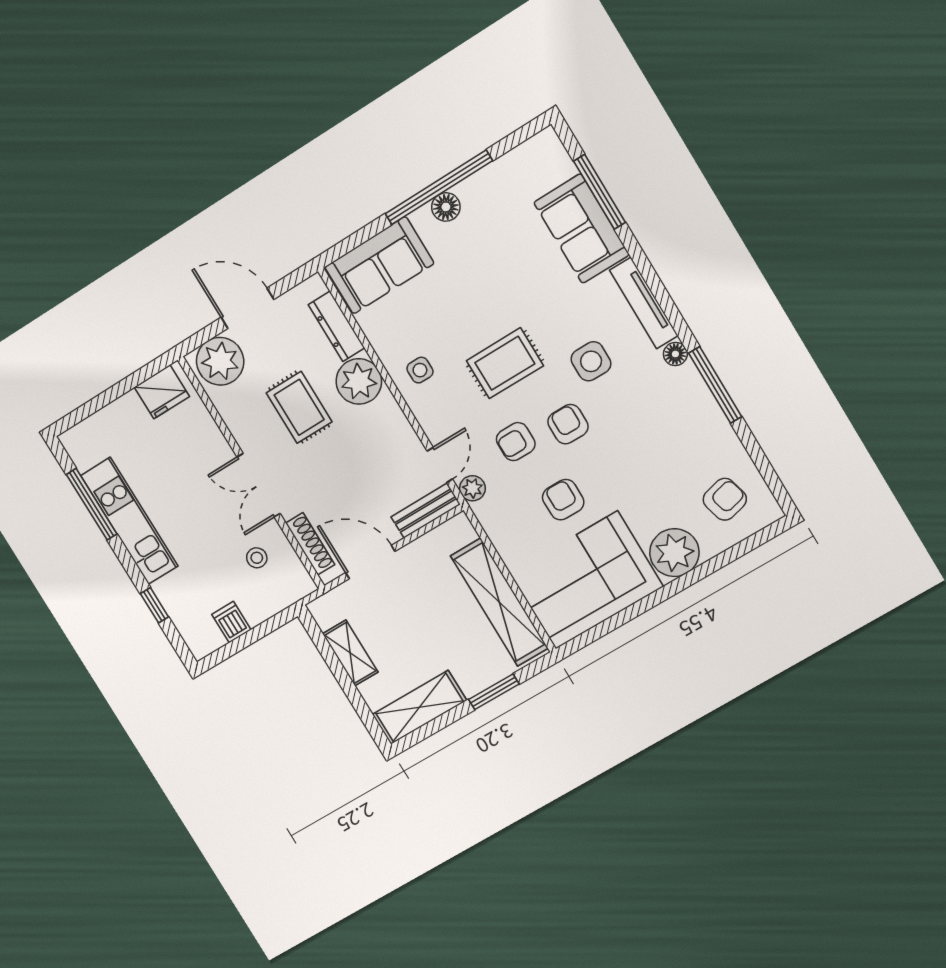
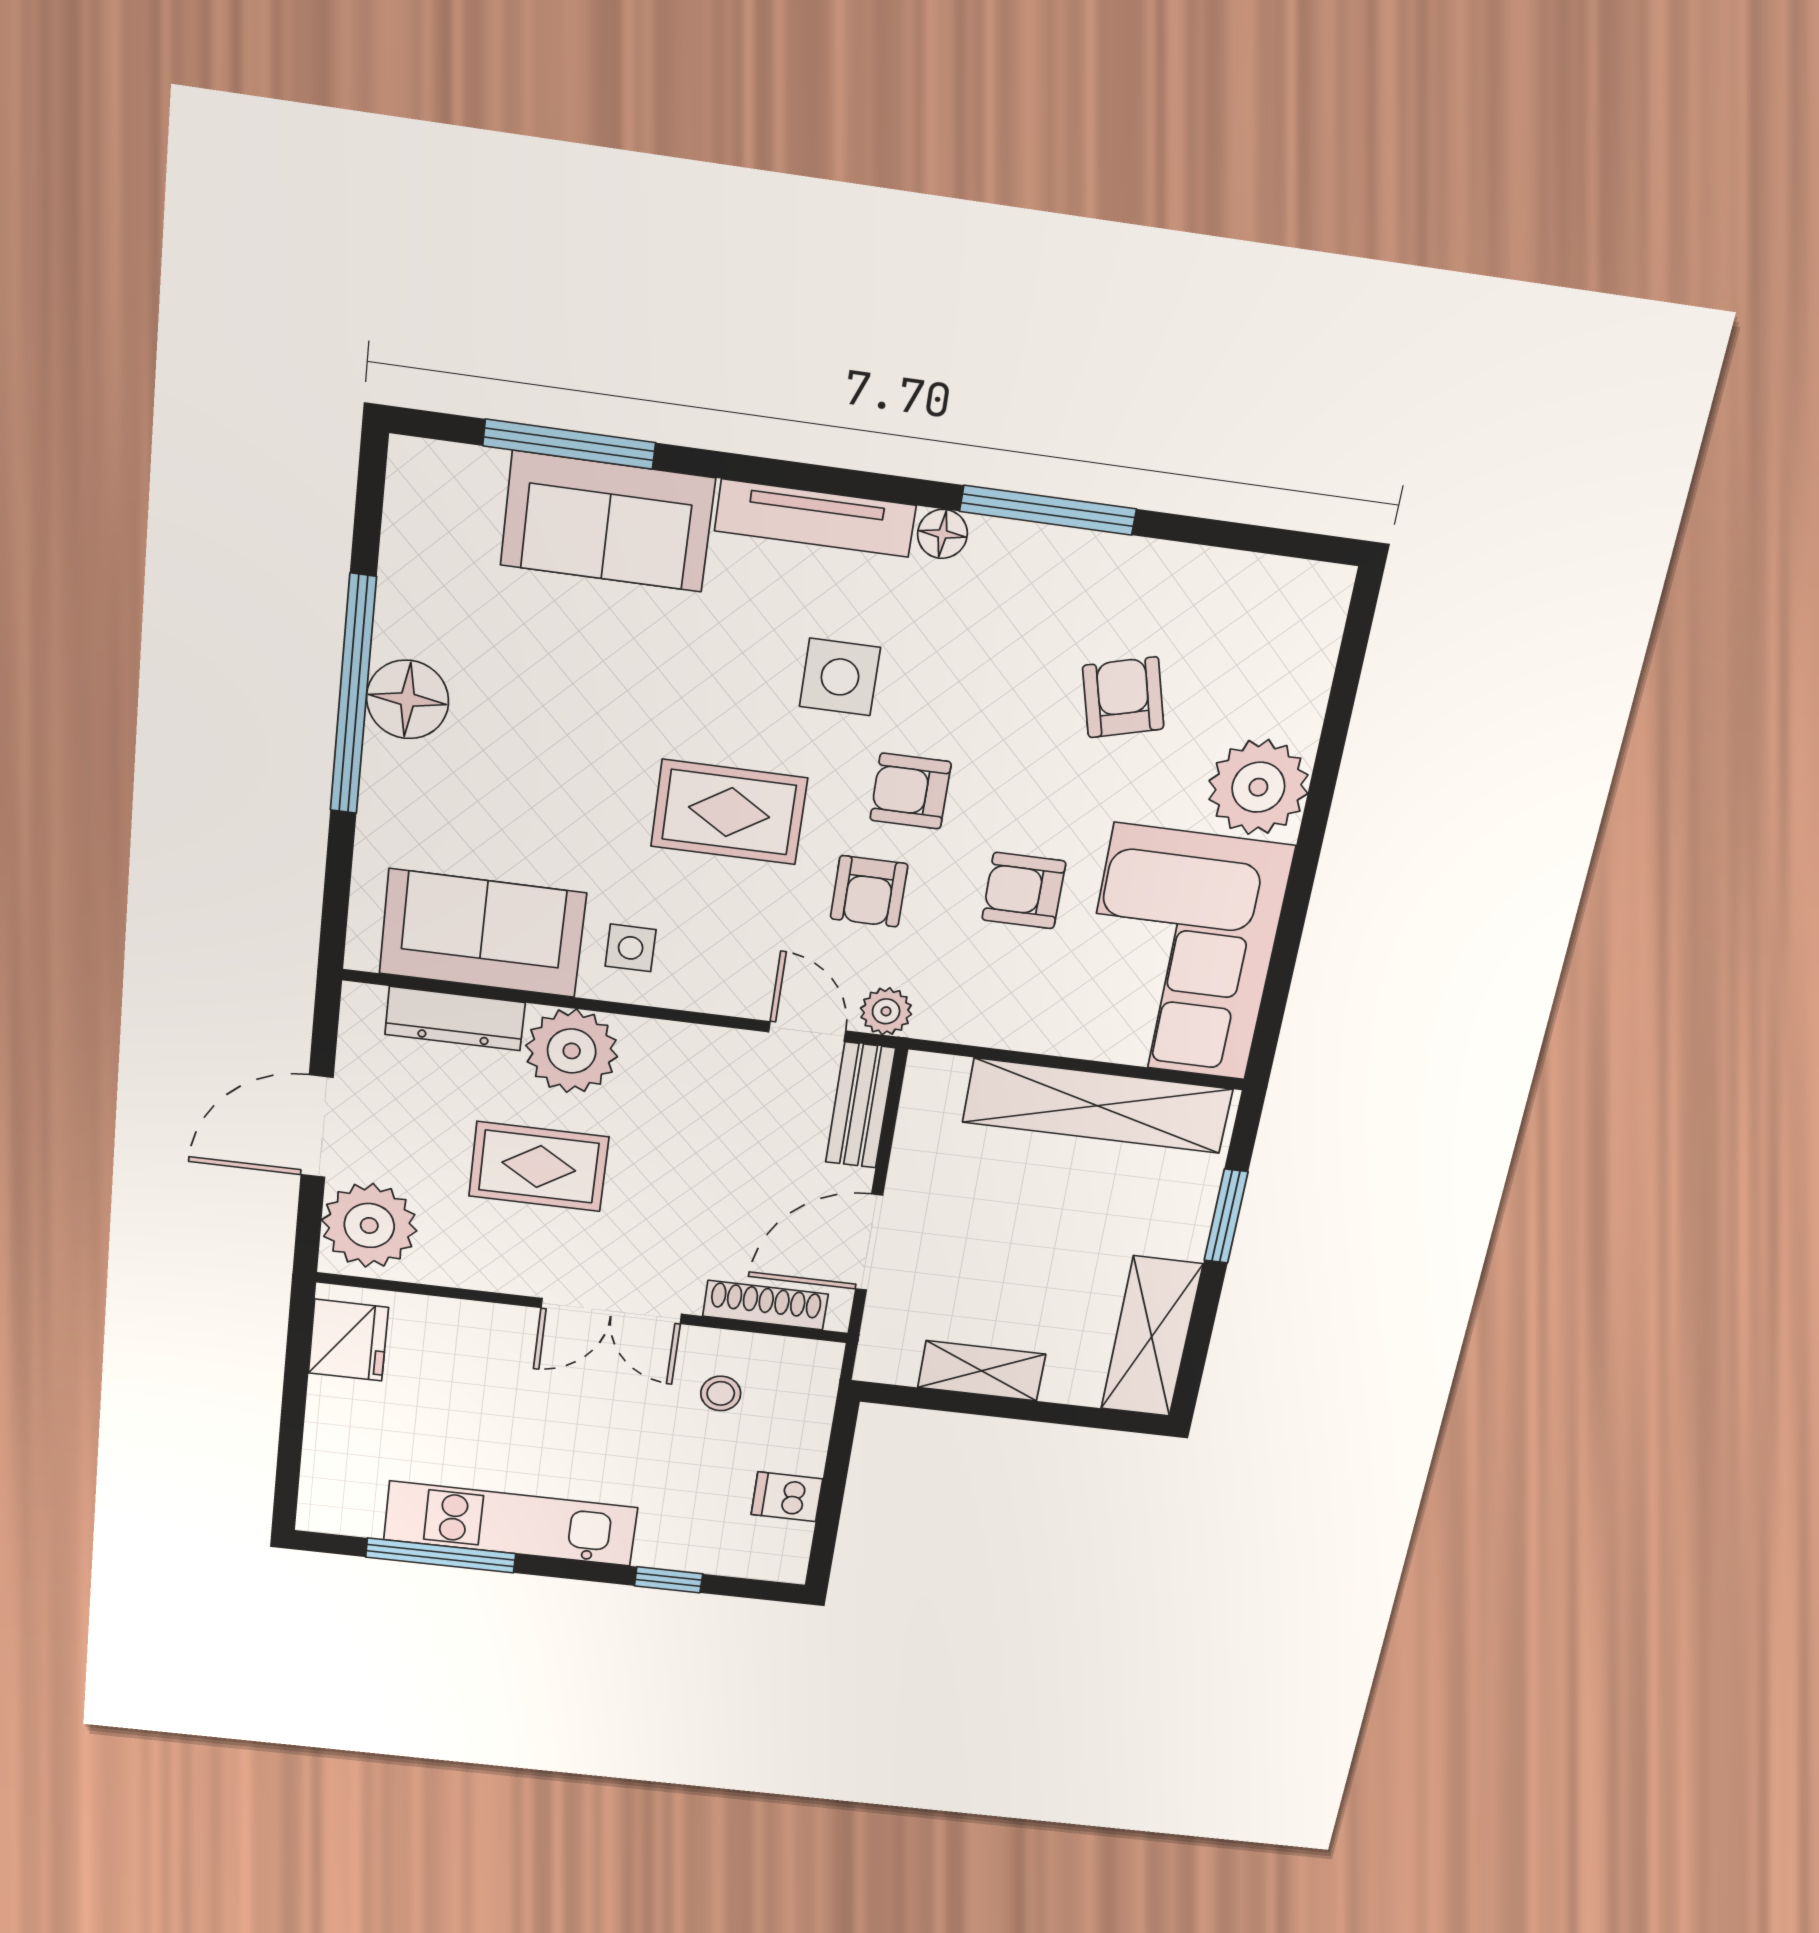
floor lamp: (446, 207) -> (408, 699), width x1.38, depth x1.38
sofa: (379, 265) -> (483, 933), moved, turned -90
rug: (505, 363) -> (729, 812), turned 90
armchair: (725, 499) -> (1123, 697), moved

